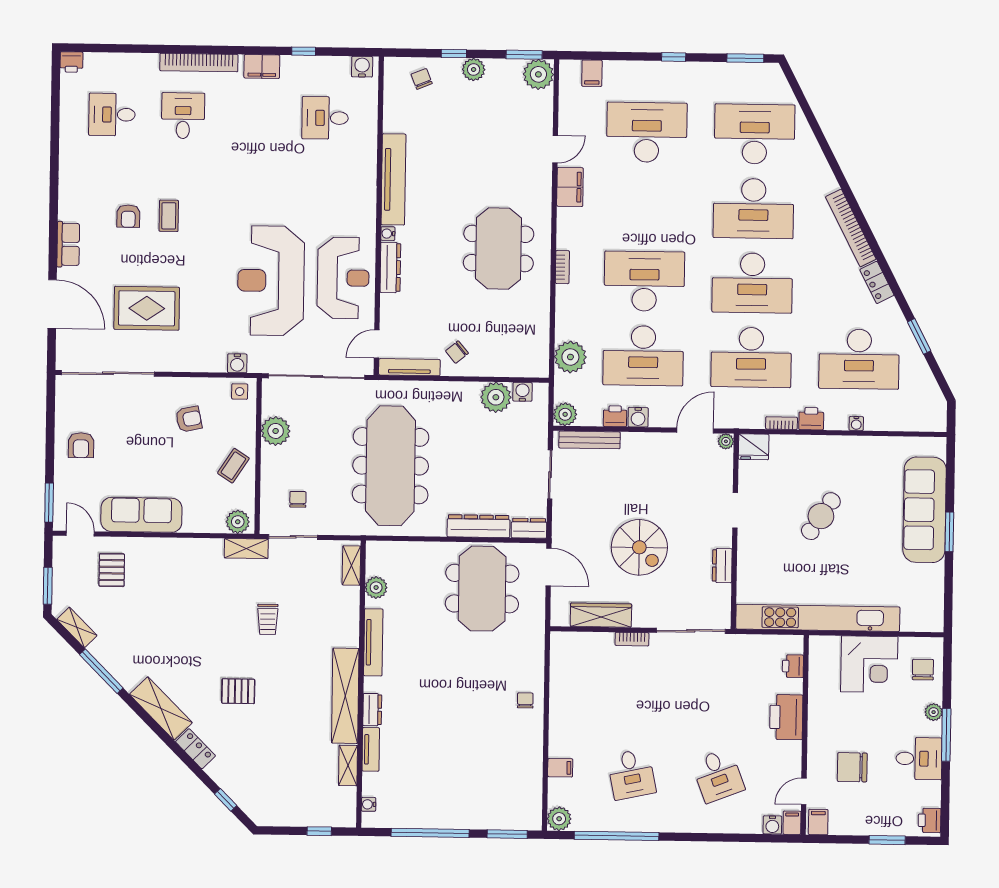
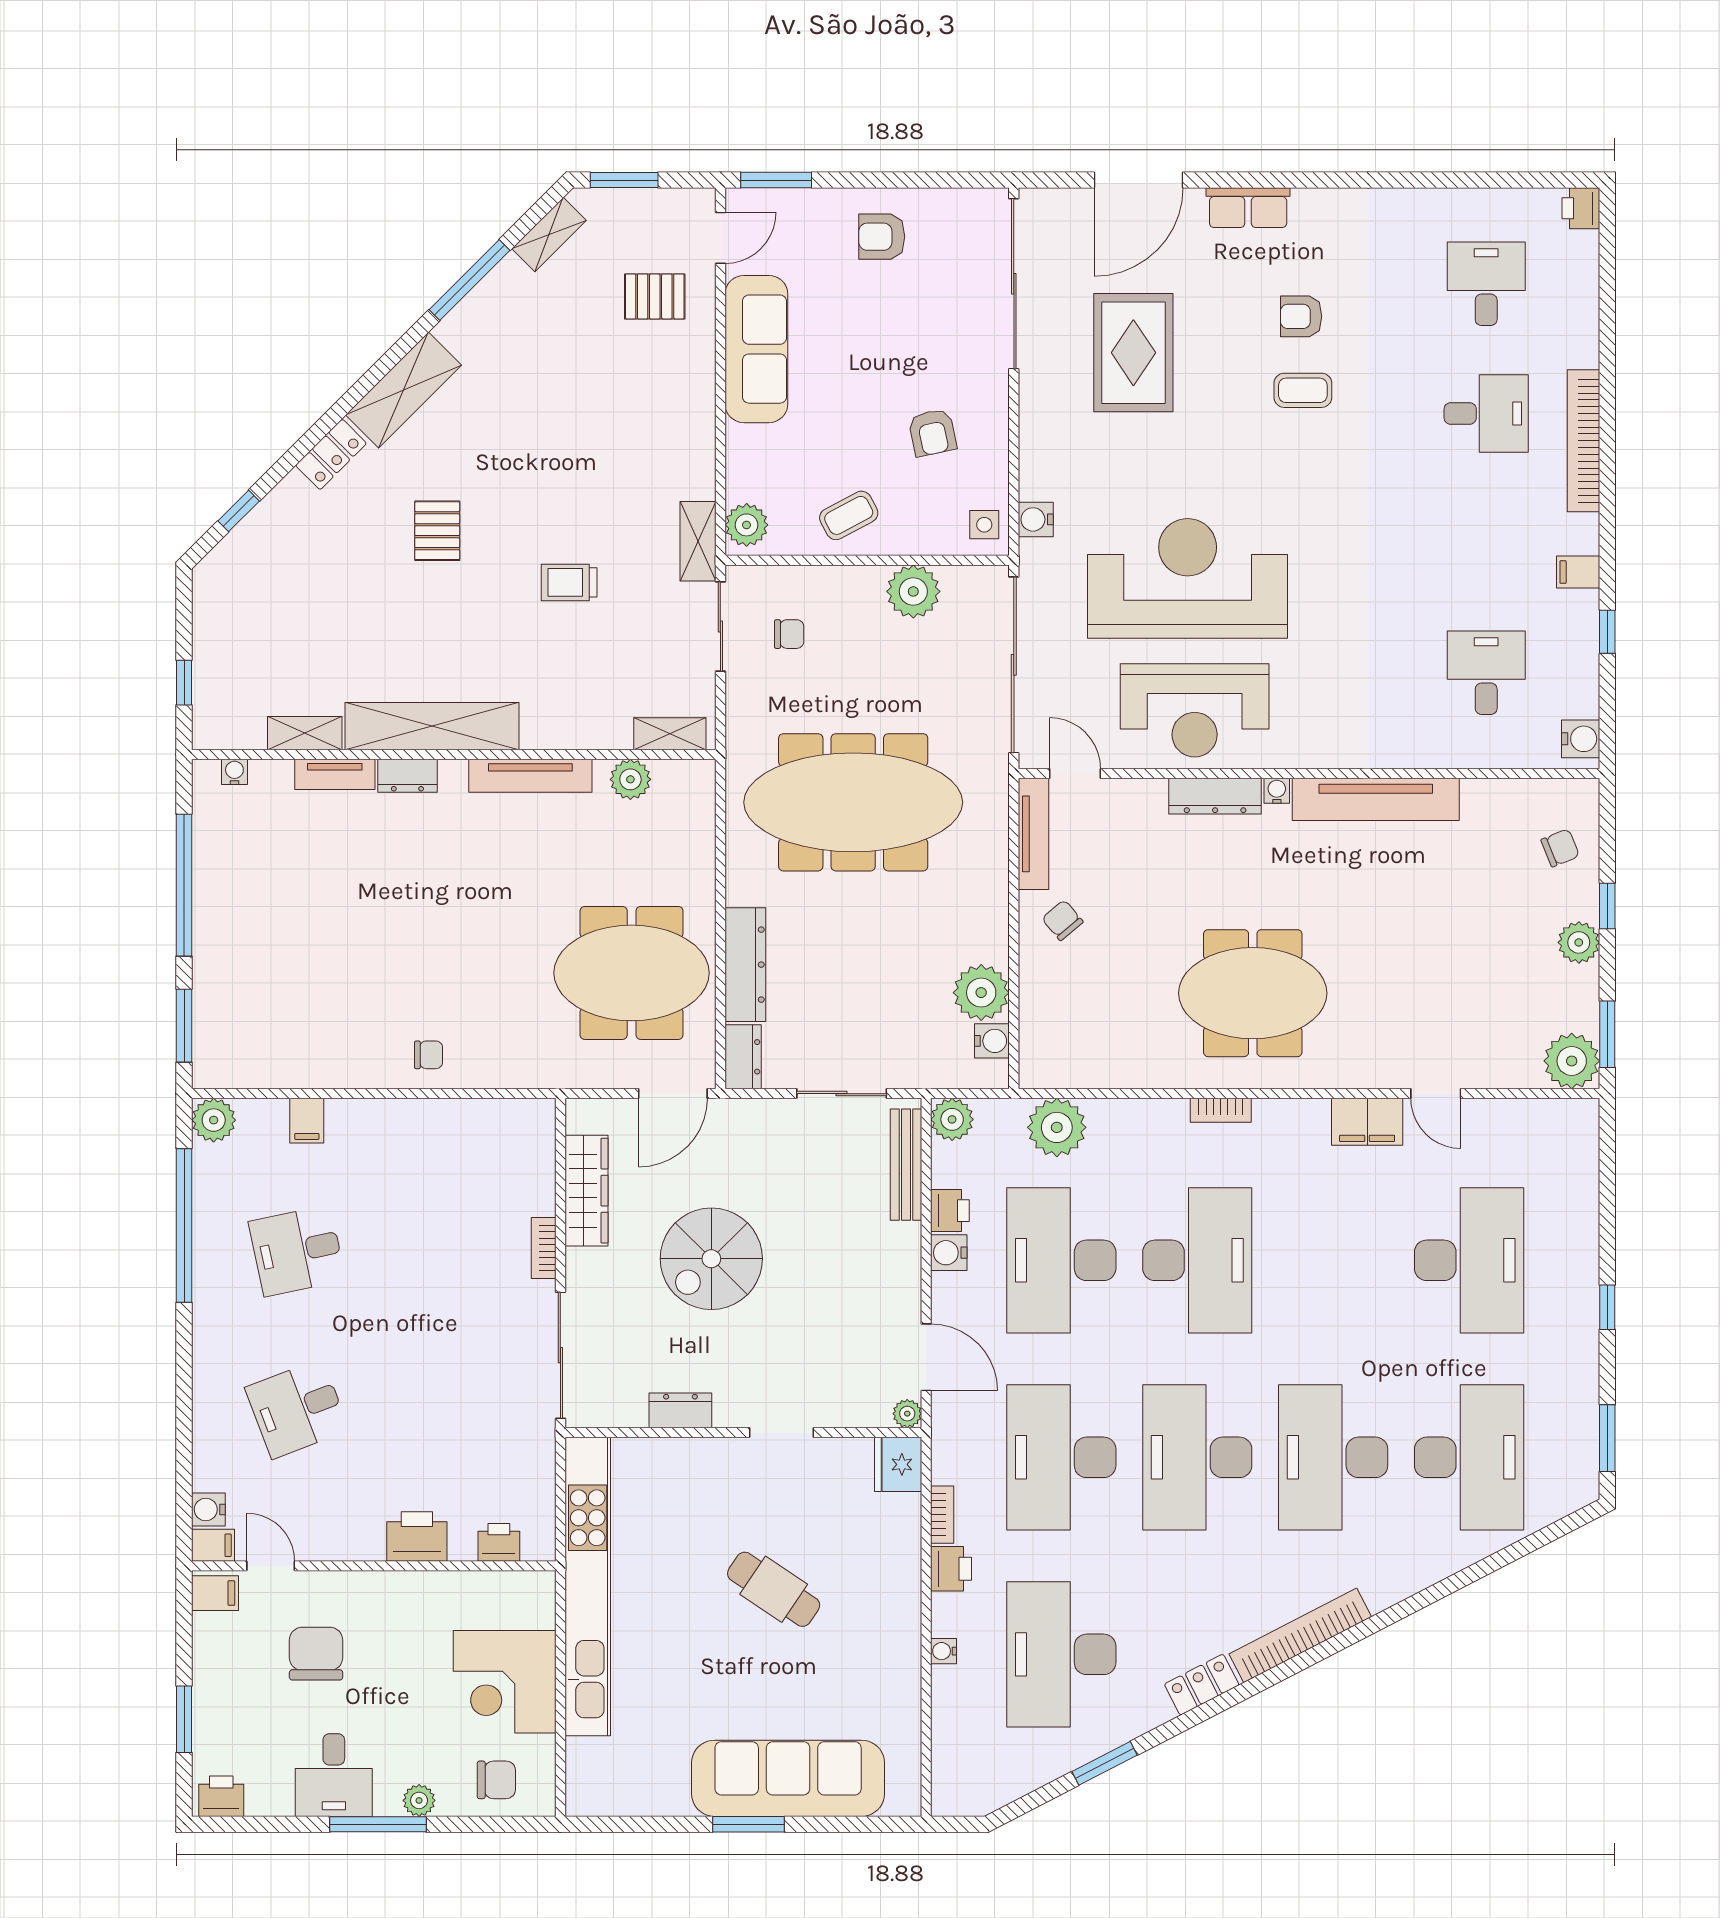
filing cabinet: (262, 67) -> (1578, 572), width x0.50
filing cabinet: (592, 73) -> (1575, 1159), removed
coffee table: (233, 466) -> (849, 515), turned -61
printer: (786, 717) -> (417, 1537), width x0.73, depth x0.84

